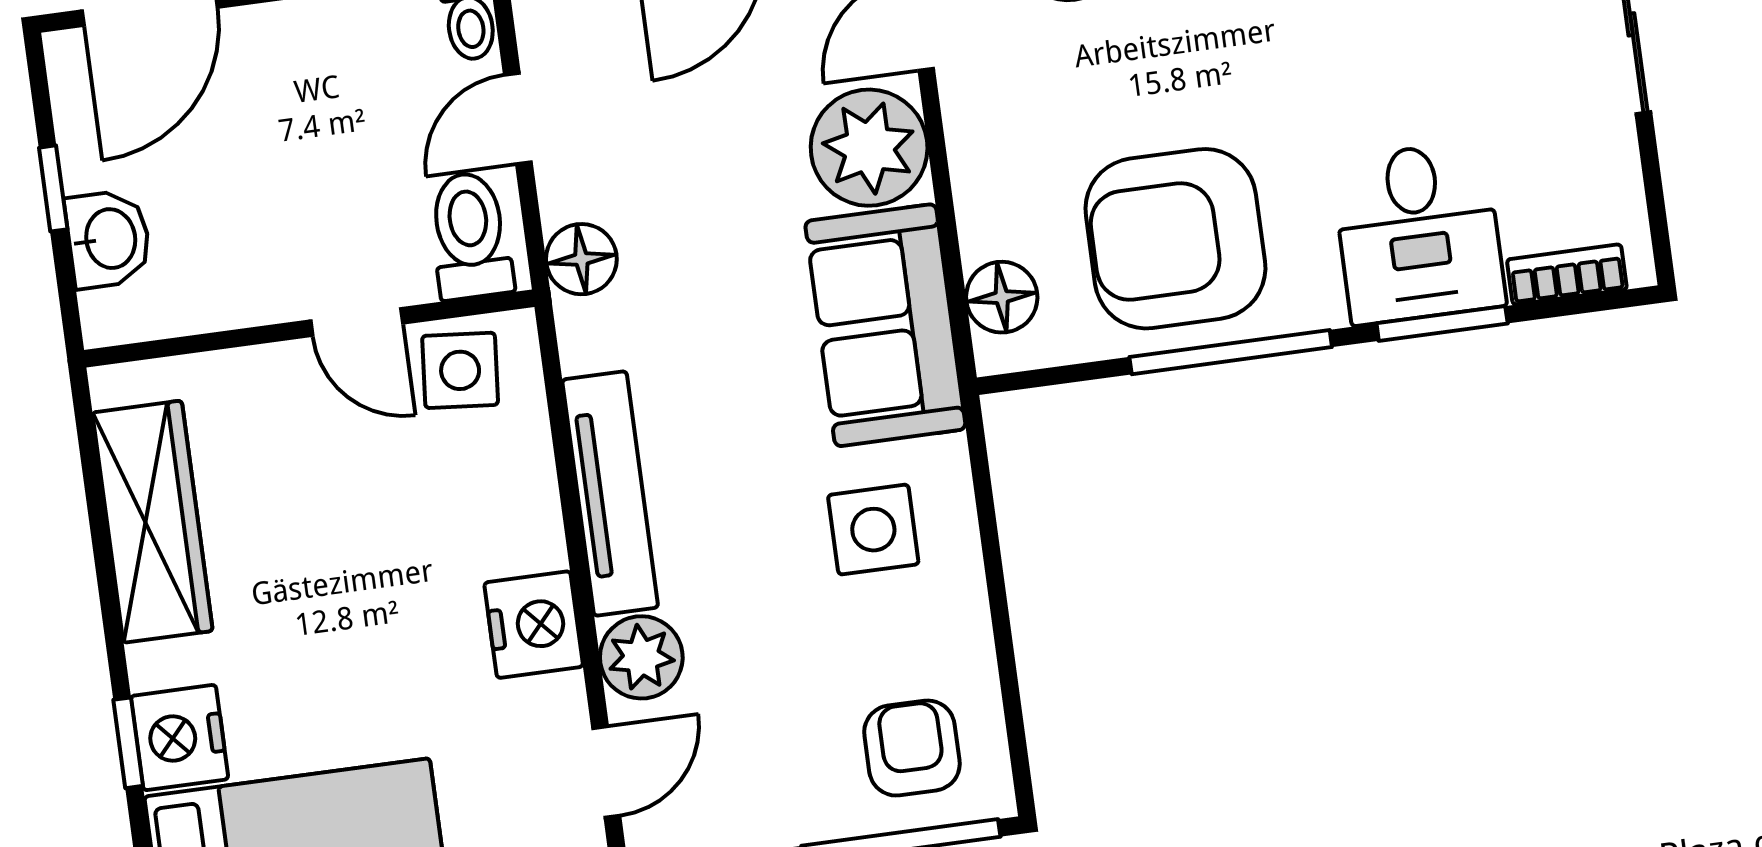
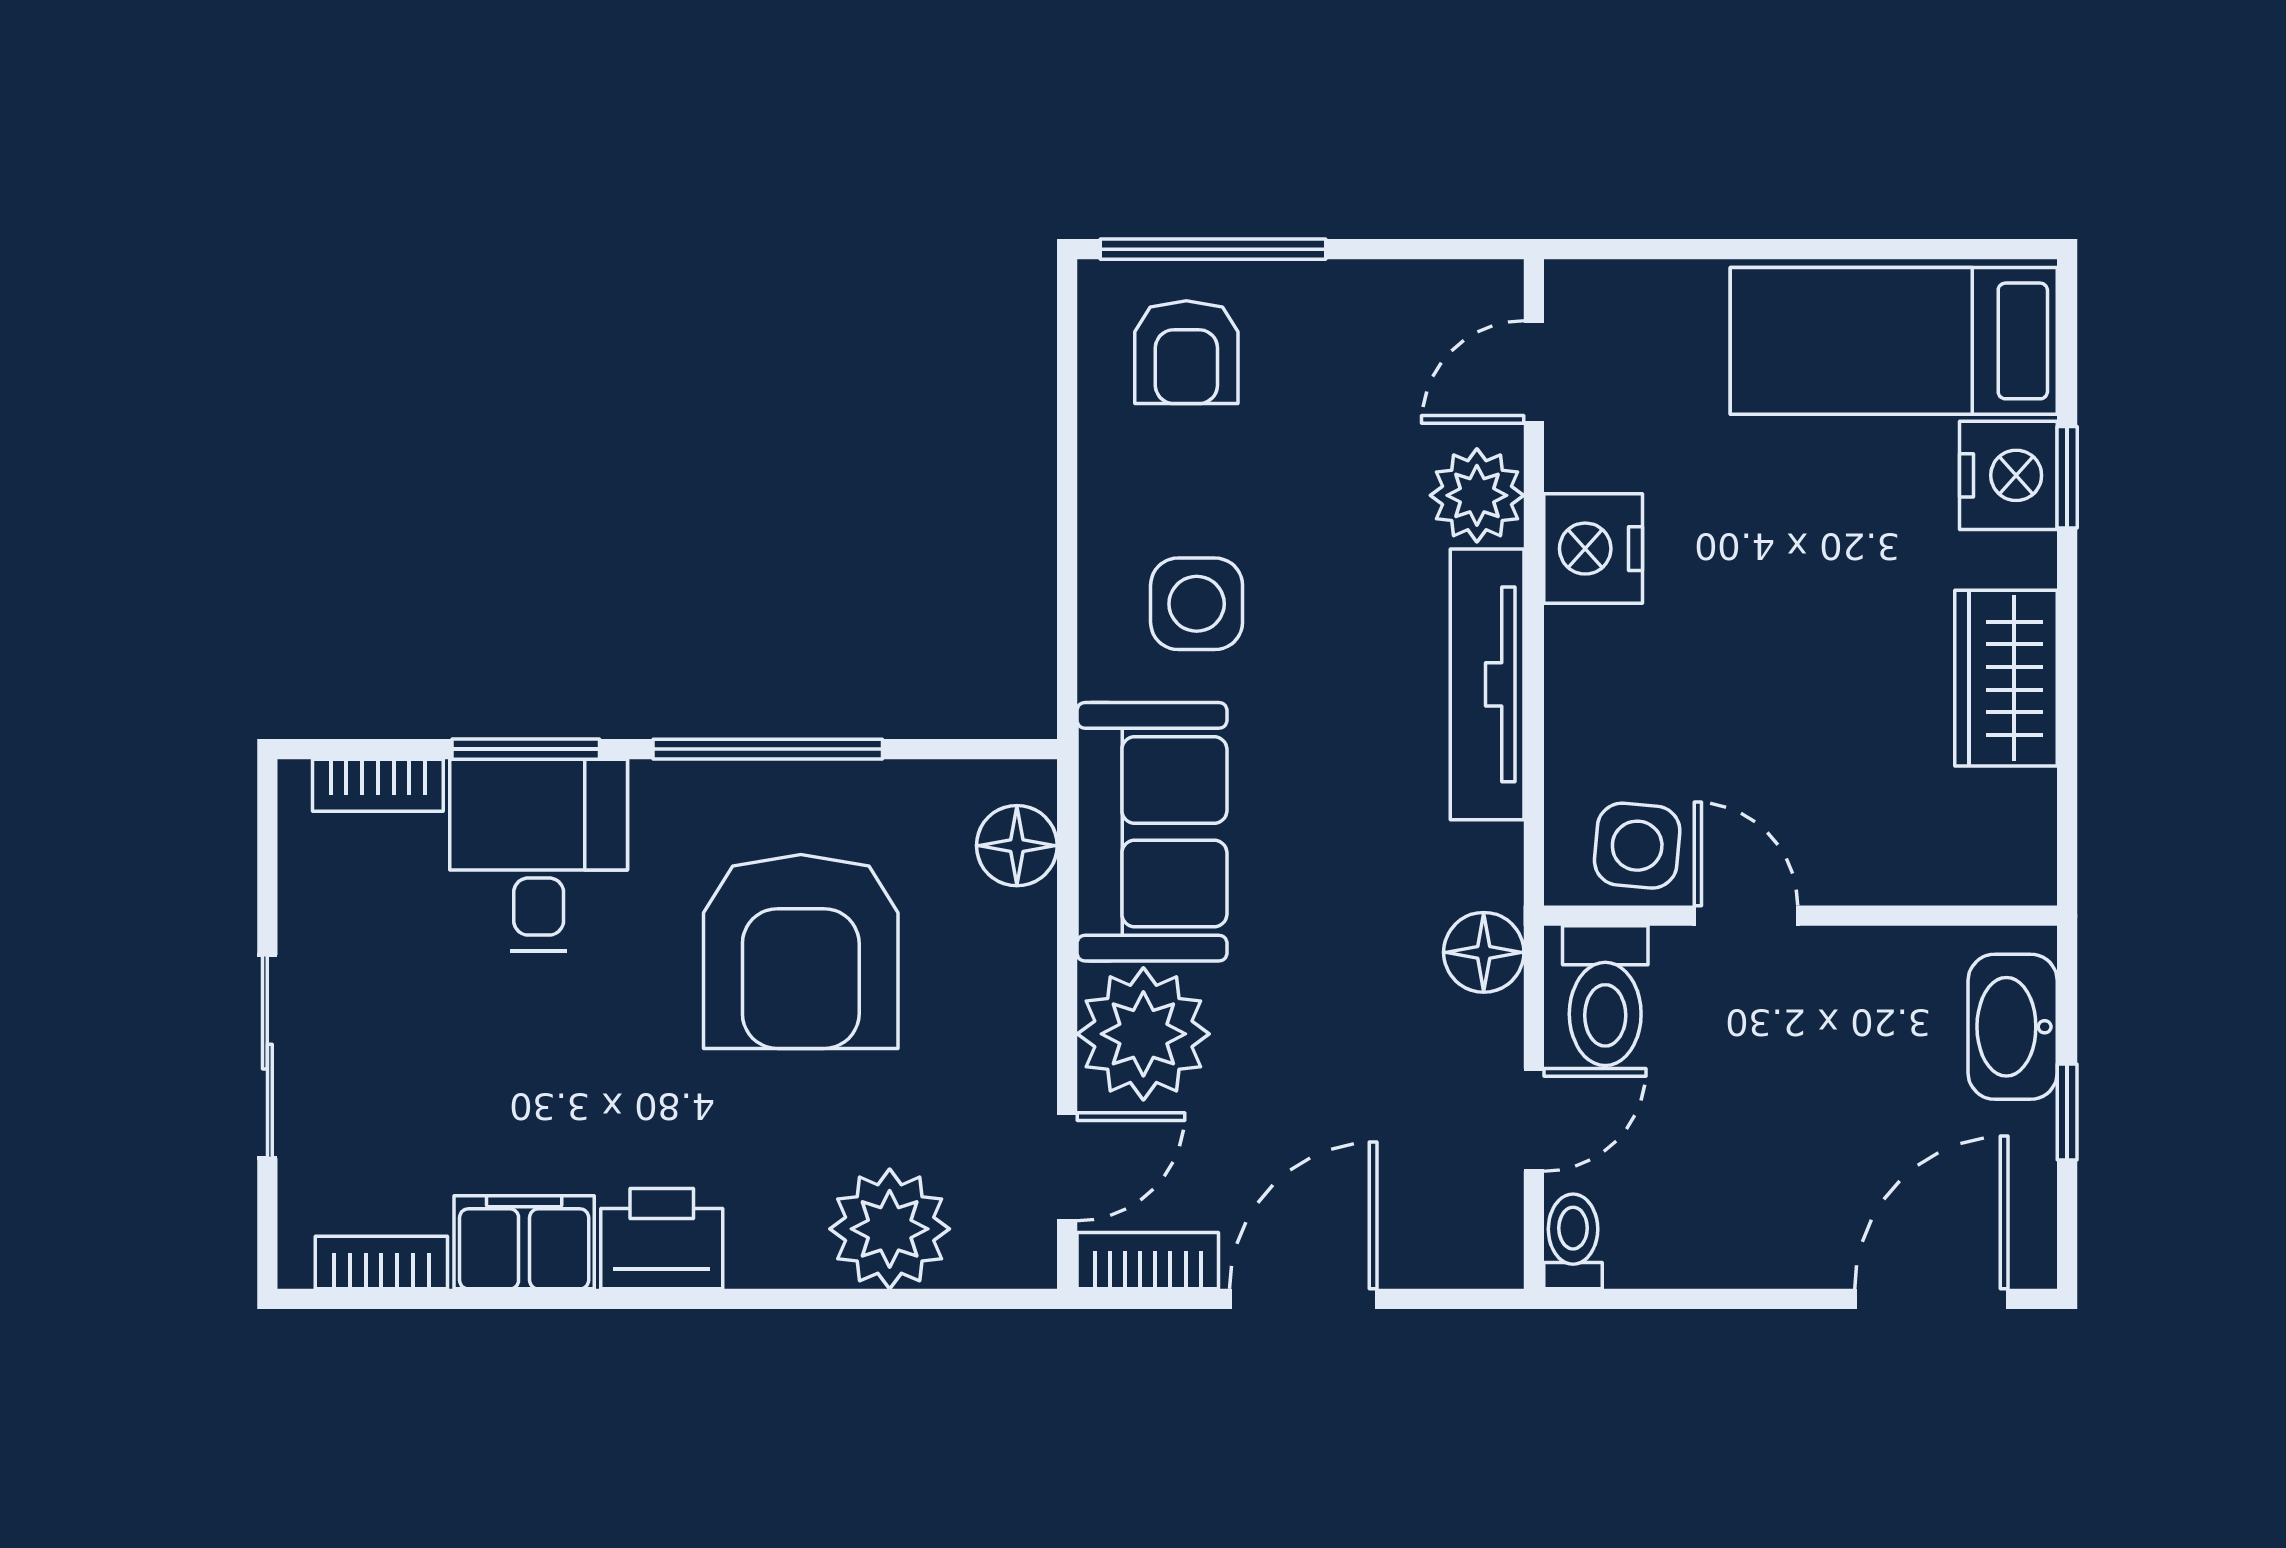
washbasin: (108, 239) -> (2013, 1027), width x1.38
armchair: (1175, 239) -> (801, 951), moved, turned 90
wardrobe: (153, 522) -> (2006, 678), width x0.67

